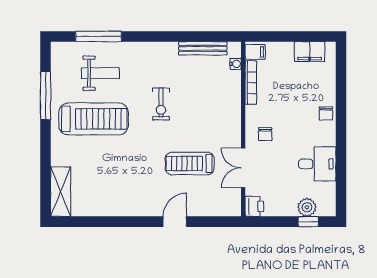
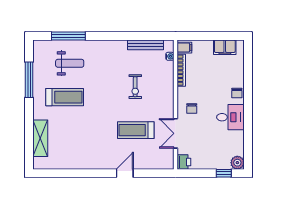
exercise bike: (161, 104) -> (135, 87), moved
treadmill: (94, 119) -> (65, 97), width x0.73, depth x0.73
desk: (317, 164) -> (230, 117), moved
shelving: (61, 192) -> (40, 138), moved
plant: (307, 207) -> (237, 163), moved

